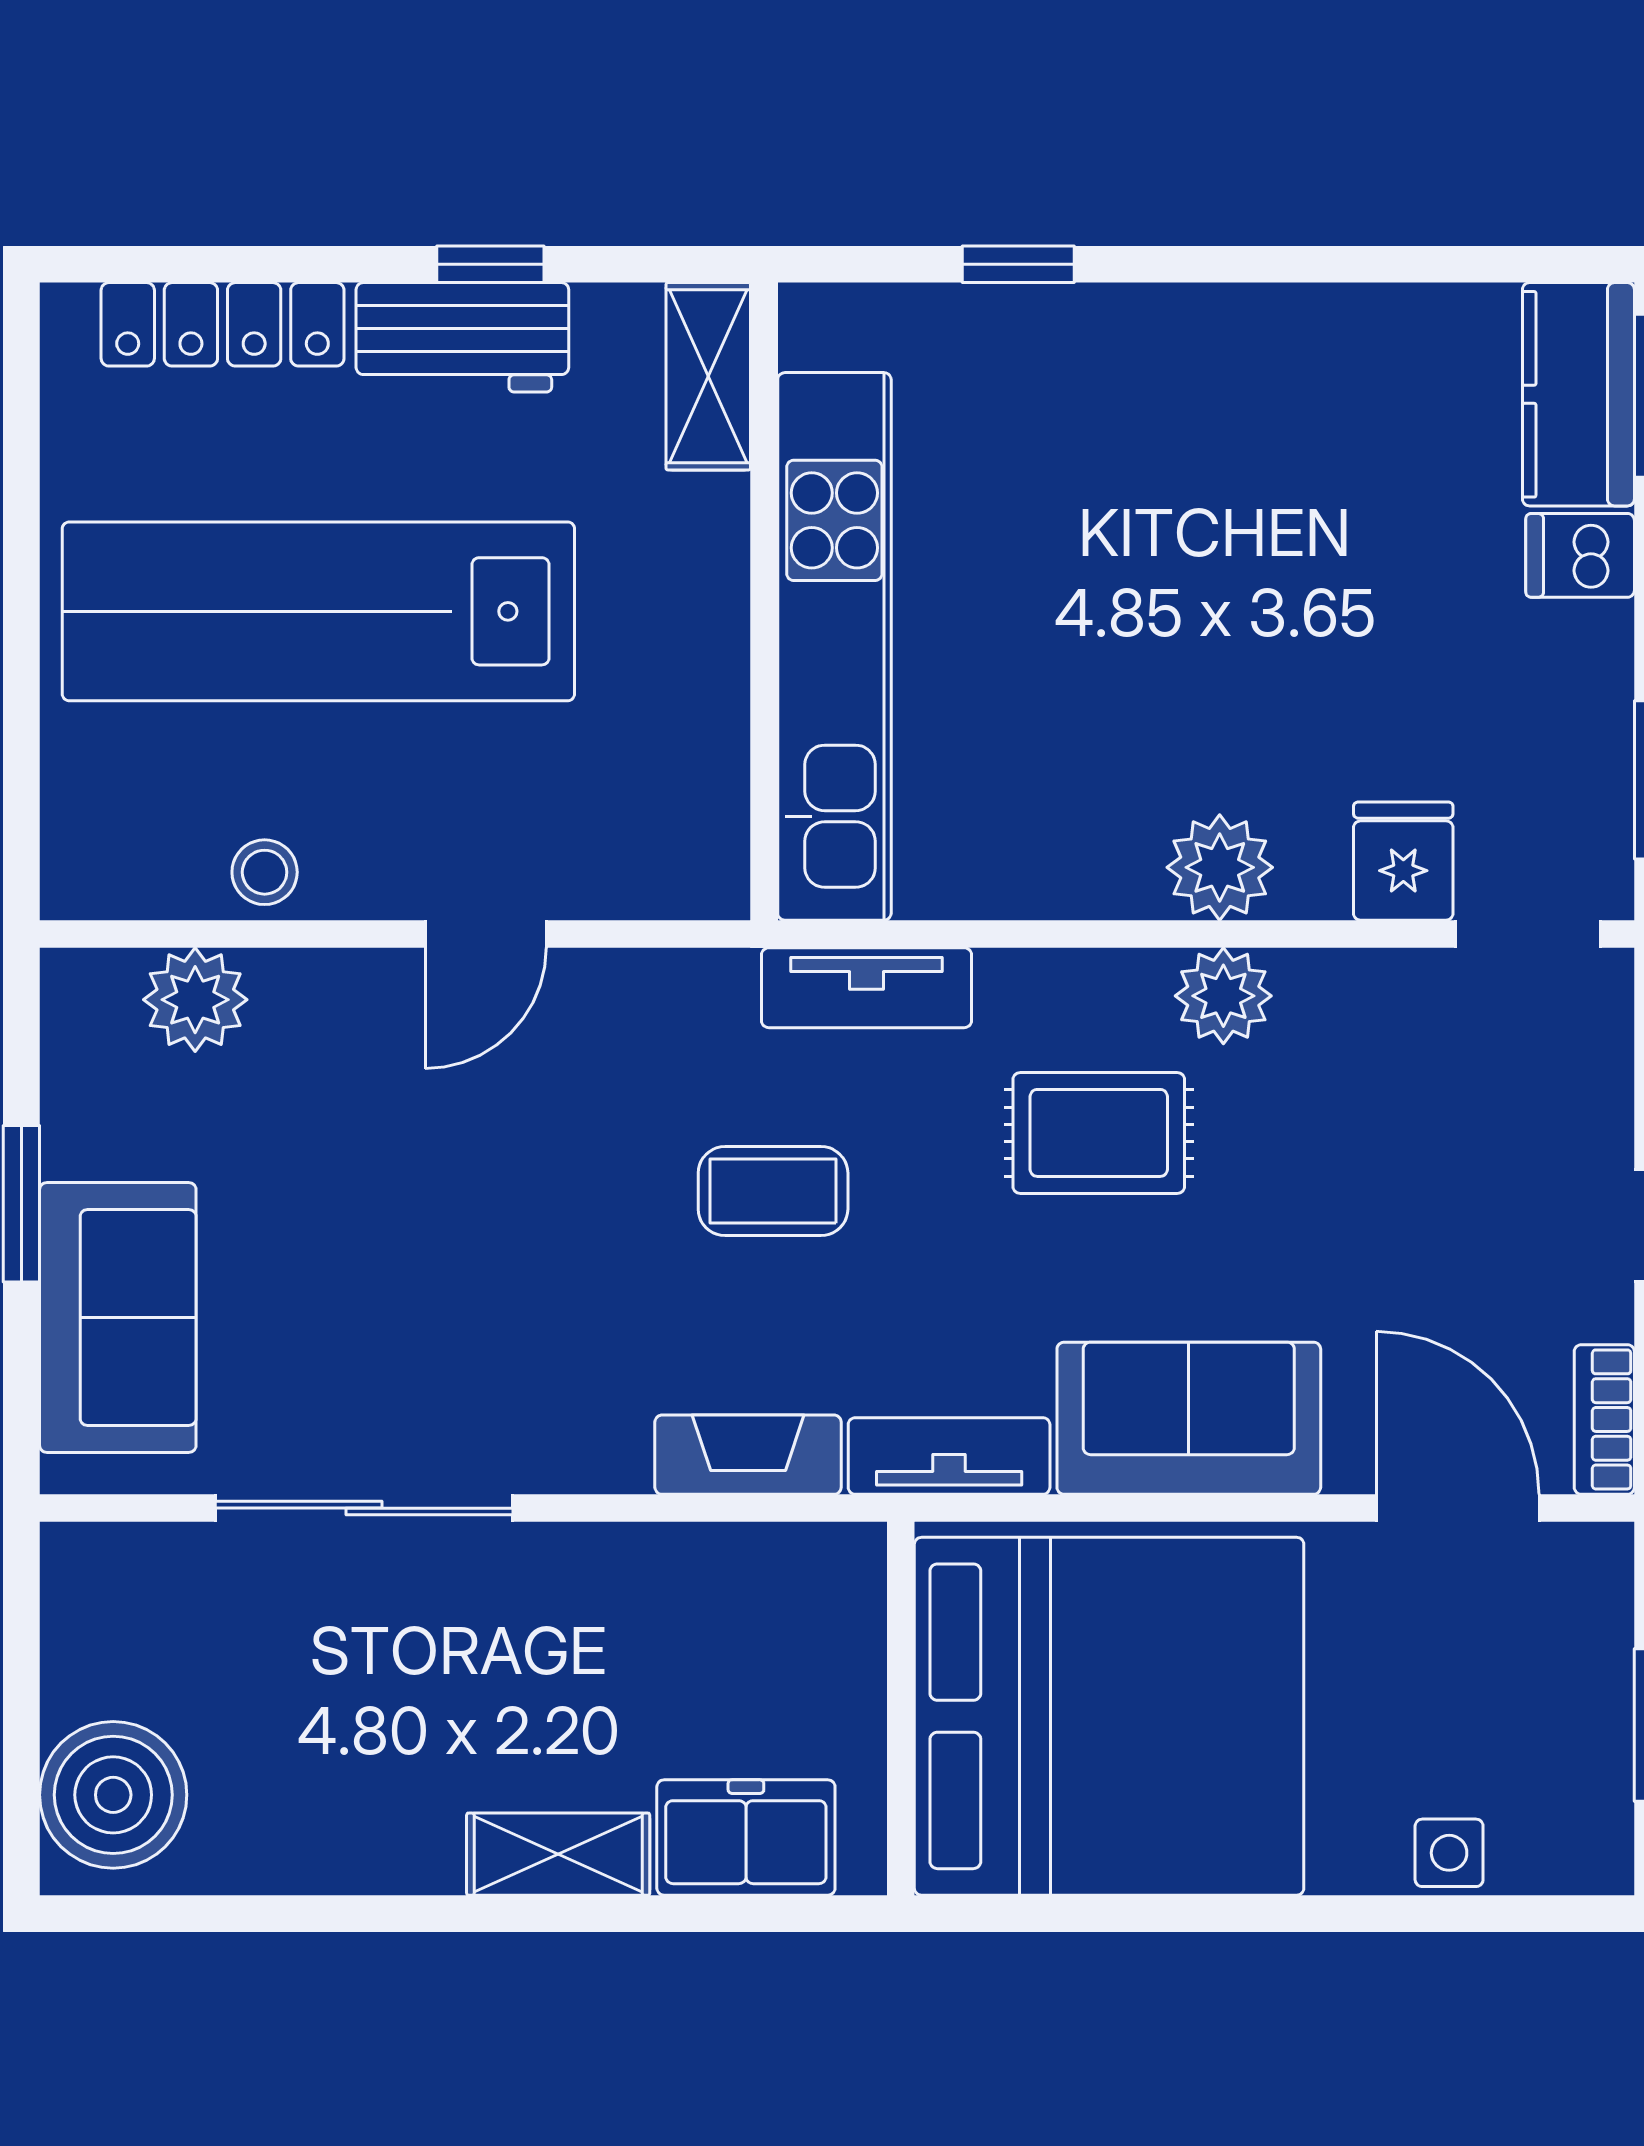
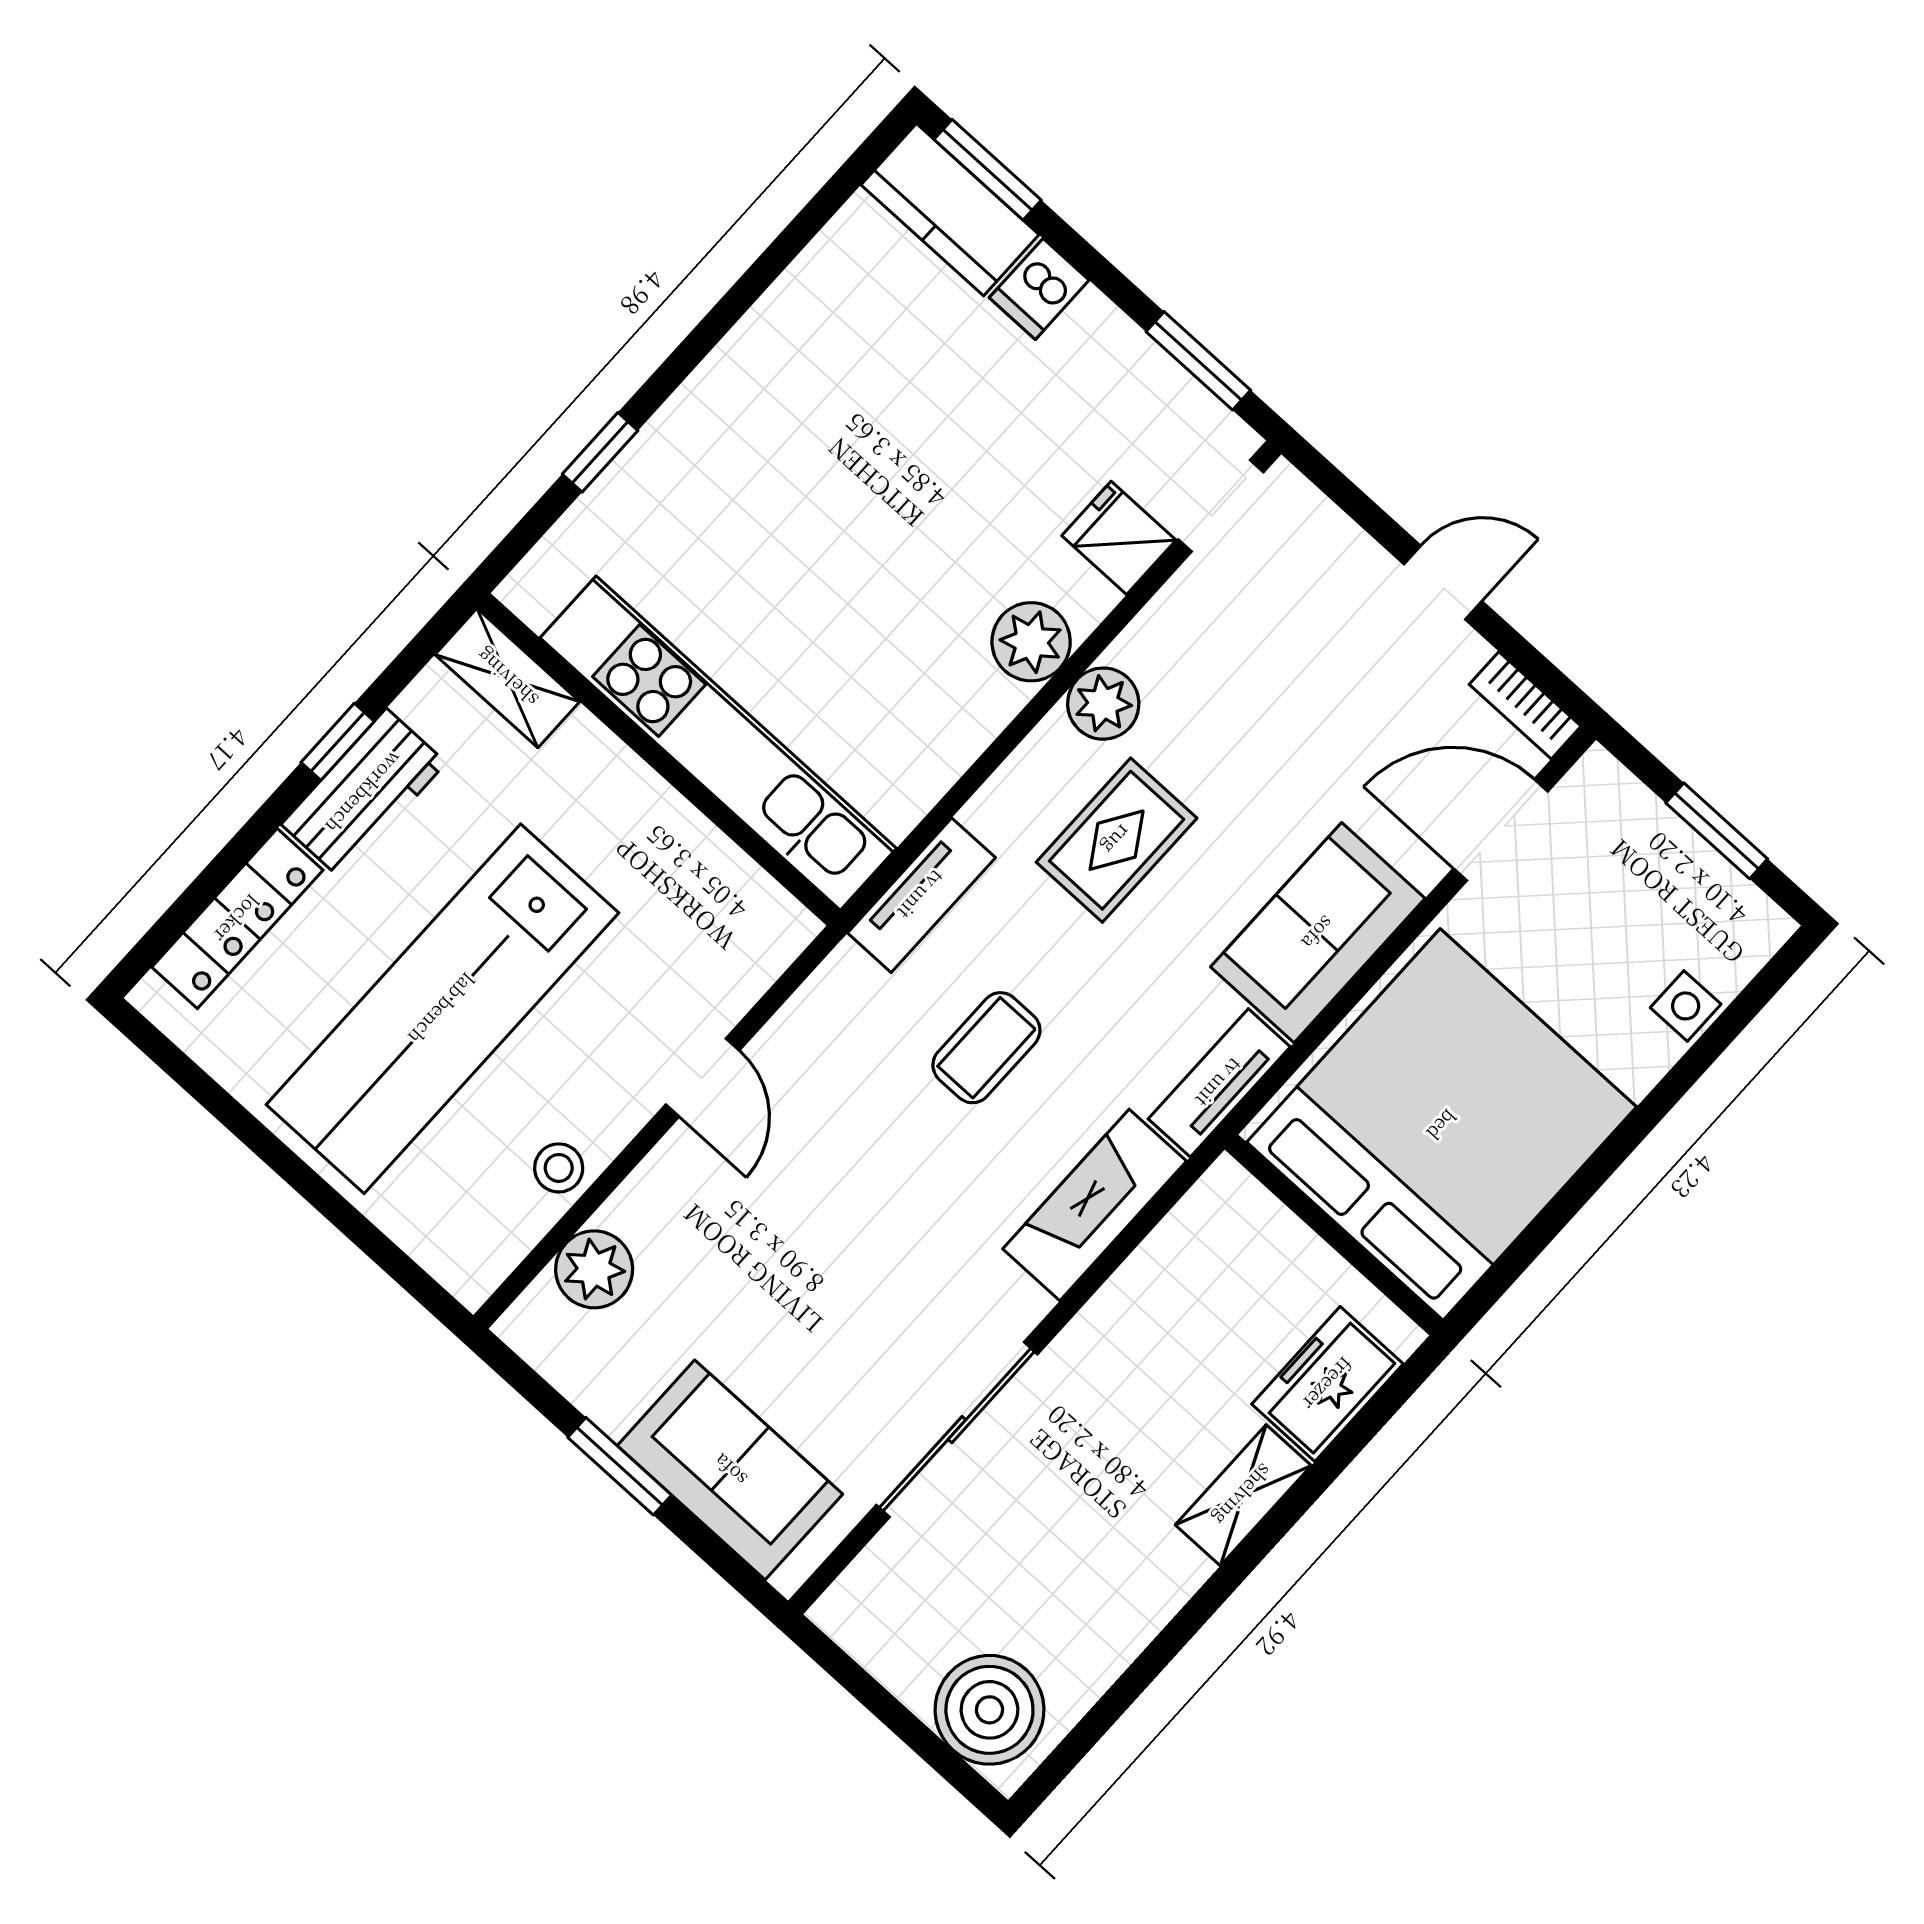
fireplace: (748, 1455) -> (1095, 1205), width x1.37, depth x1.32

